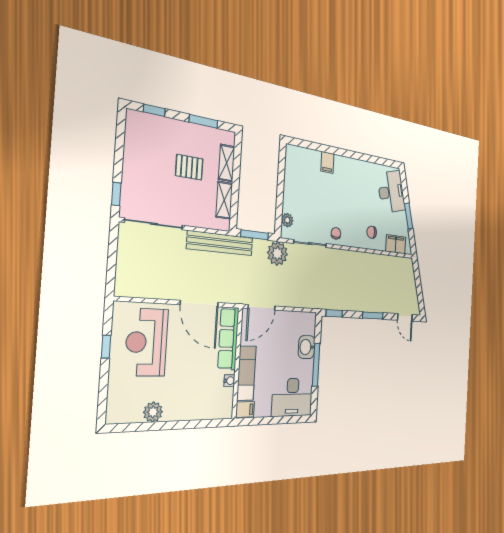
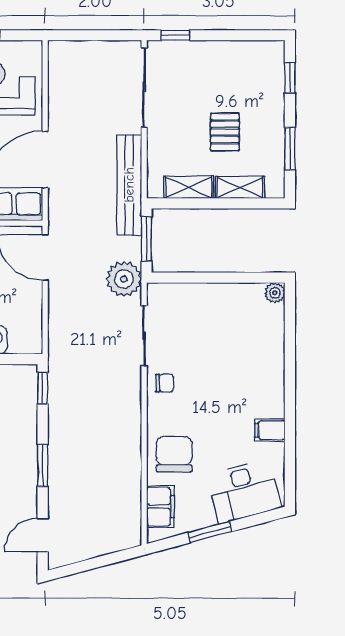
filing cabinet: (327, 162) -> (270, 430), moved
plant: (287, 220) -> (275, 293), moved
chair: (372, 232) -> (174, 454), width x1.87, depth x1.87

